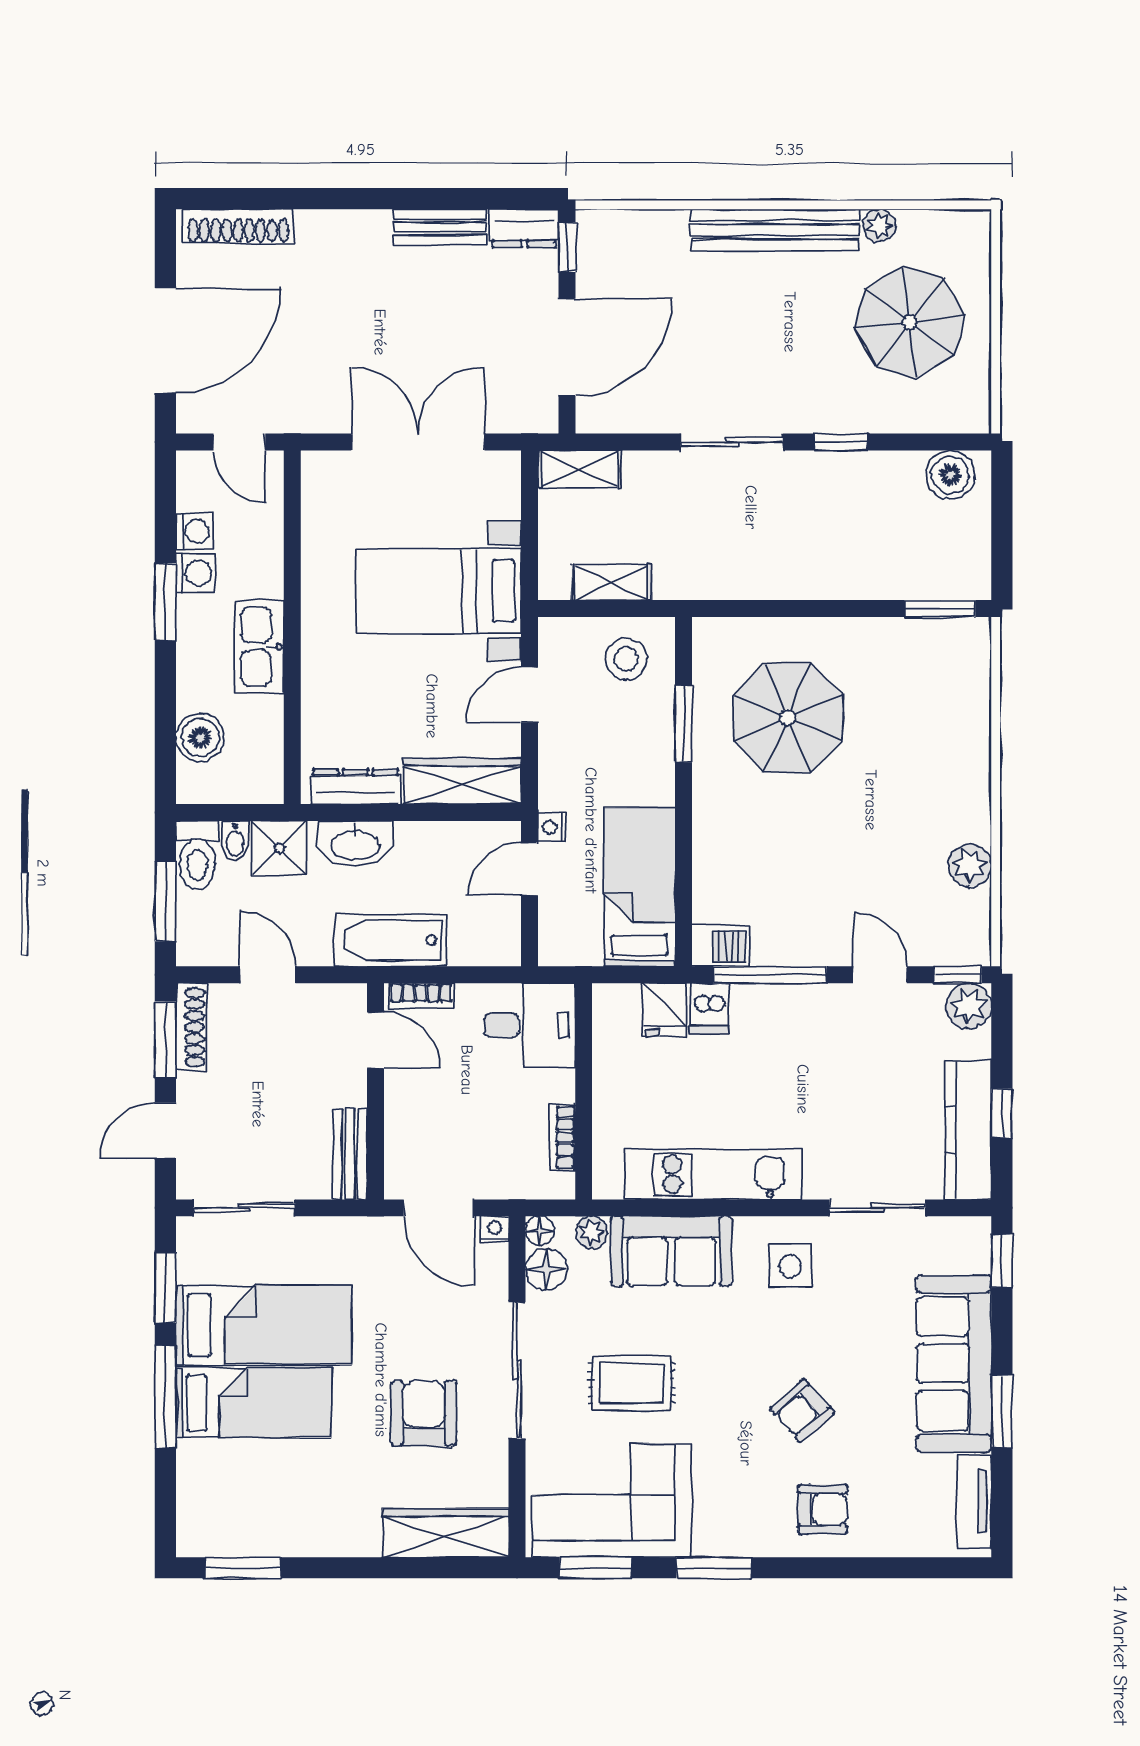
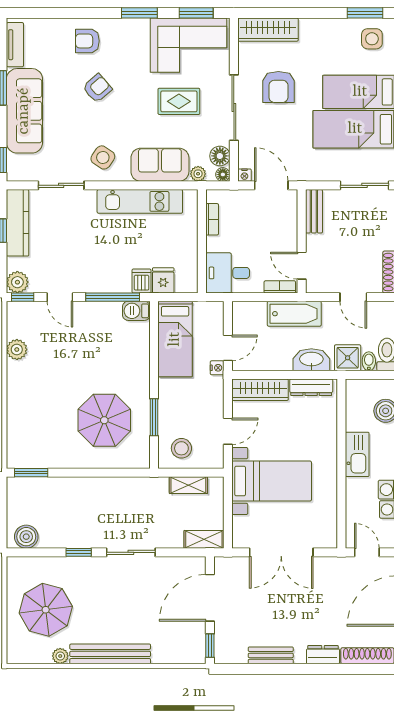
dresser: (524, 228) -> (323, 655), moved
side table: (790, 1266) -> (103, 157), turned 34
side table: (229, 1514) -> (372, 39), added

